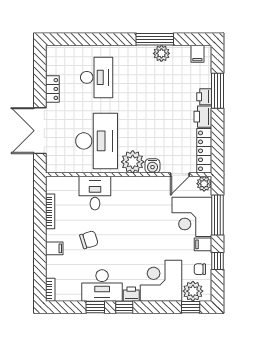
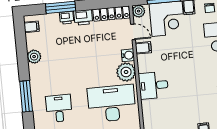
window: (155, 39) -> (26, 96), moved
desk: (97, 77) -> (59, 108), width x0.73
filing cabinet: (160, 185) -> (143, 48), added
desk: (95, 193) -> (153, 85), moved
chair: (89, 240) -> (194, 102), removed

